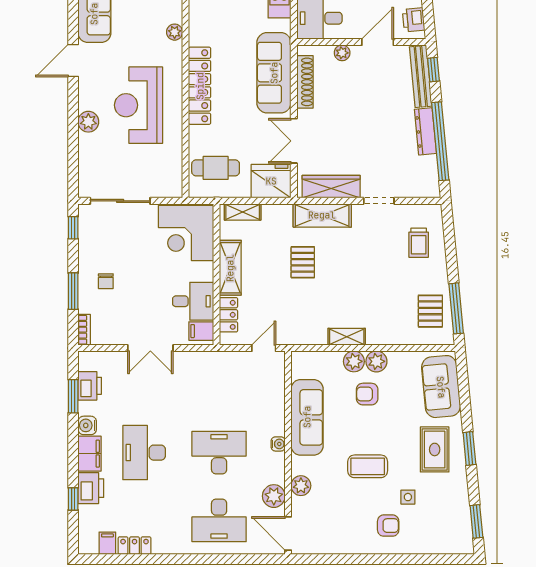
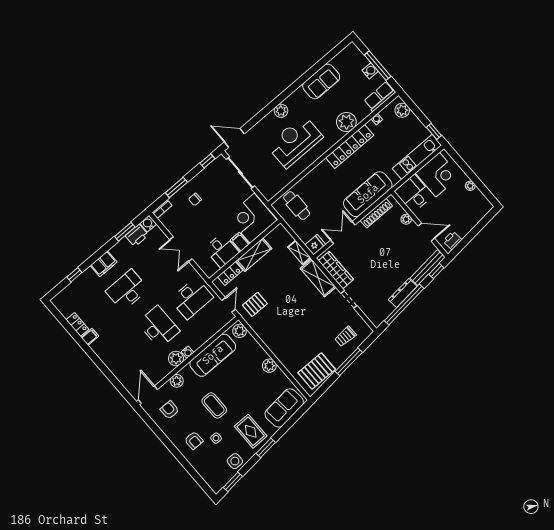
plant: (175, 32) -> (346, 122), width x1.87, depth x1.87
door: (73, 60) -> (234, 138), moved
locker: (200, 86) -> (350, 146), moved
plant: (88, 122) -> (281, 111), moved
fridge: (271, 181) -> (315, 245), width x0.53, depth x0.75
shelving: (243, 212) -> (299, 252), moved
pallet: (303, 262) -> (255, 304), moved
window: (456, 308) -> (349, 362), moved
pallet: (430, 311) -> (317, 371), width x1.50, depth x1.42
filing cabinet: (201, 331) -> (240, 242), moved
shelving: (347, 337) -> (269, 341), removed
door: (264, 348) -> (229, 305), hinge flipped
plant: (354, 361) -> (240, 331), moved
armchair: (367, 394) -> (170, 410), moved
water cooler: (87, 425) -> (148, 224), moved
rug: (435, 449) -> (251, 431), turned 90
printer: (91, 488) -> (87, 279), removed
plant: (274, 496) -> (176, 358), moved
side table: (454, 498) -> (235, 461), added
desk: (219, 520) -> (192, 298), moved, turned -90
filing cabinet: (107, 543) -> (90, 337), moved

